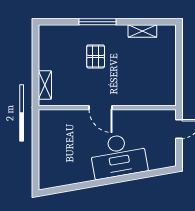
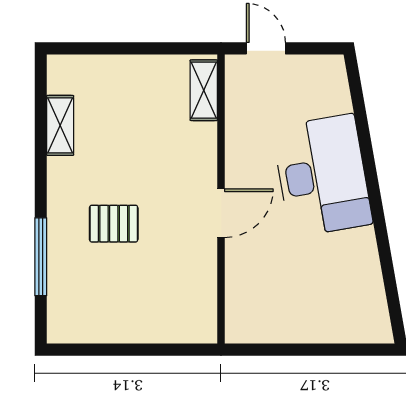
window: (97, 22) -> (41, 257), moved
shelving: (45, 85) -> (204, 90), moved, turned 90

